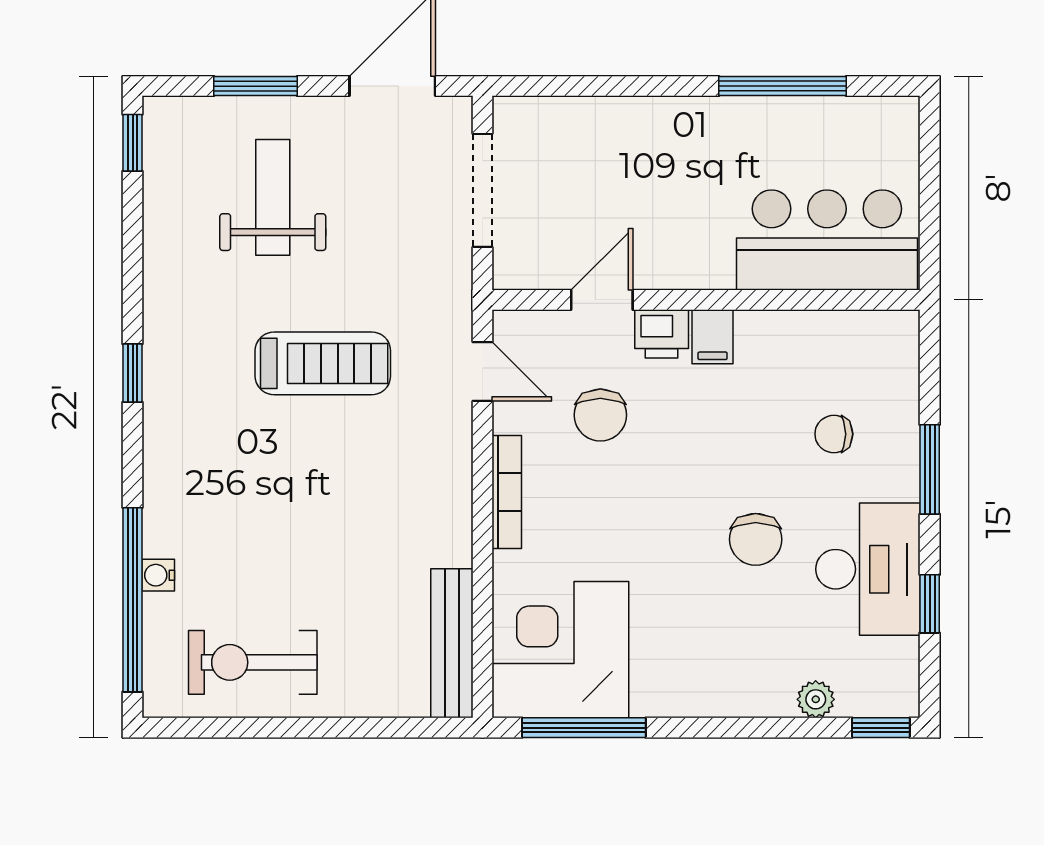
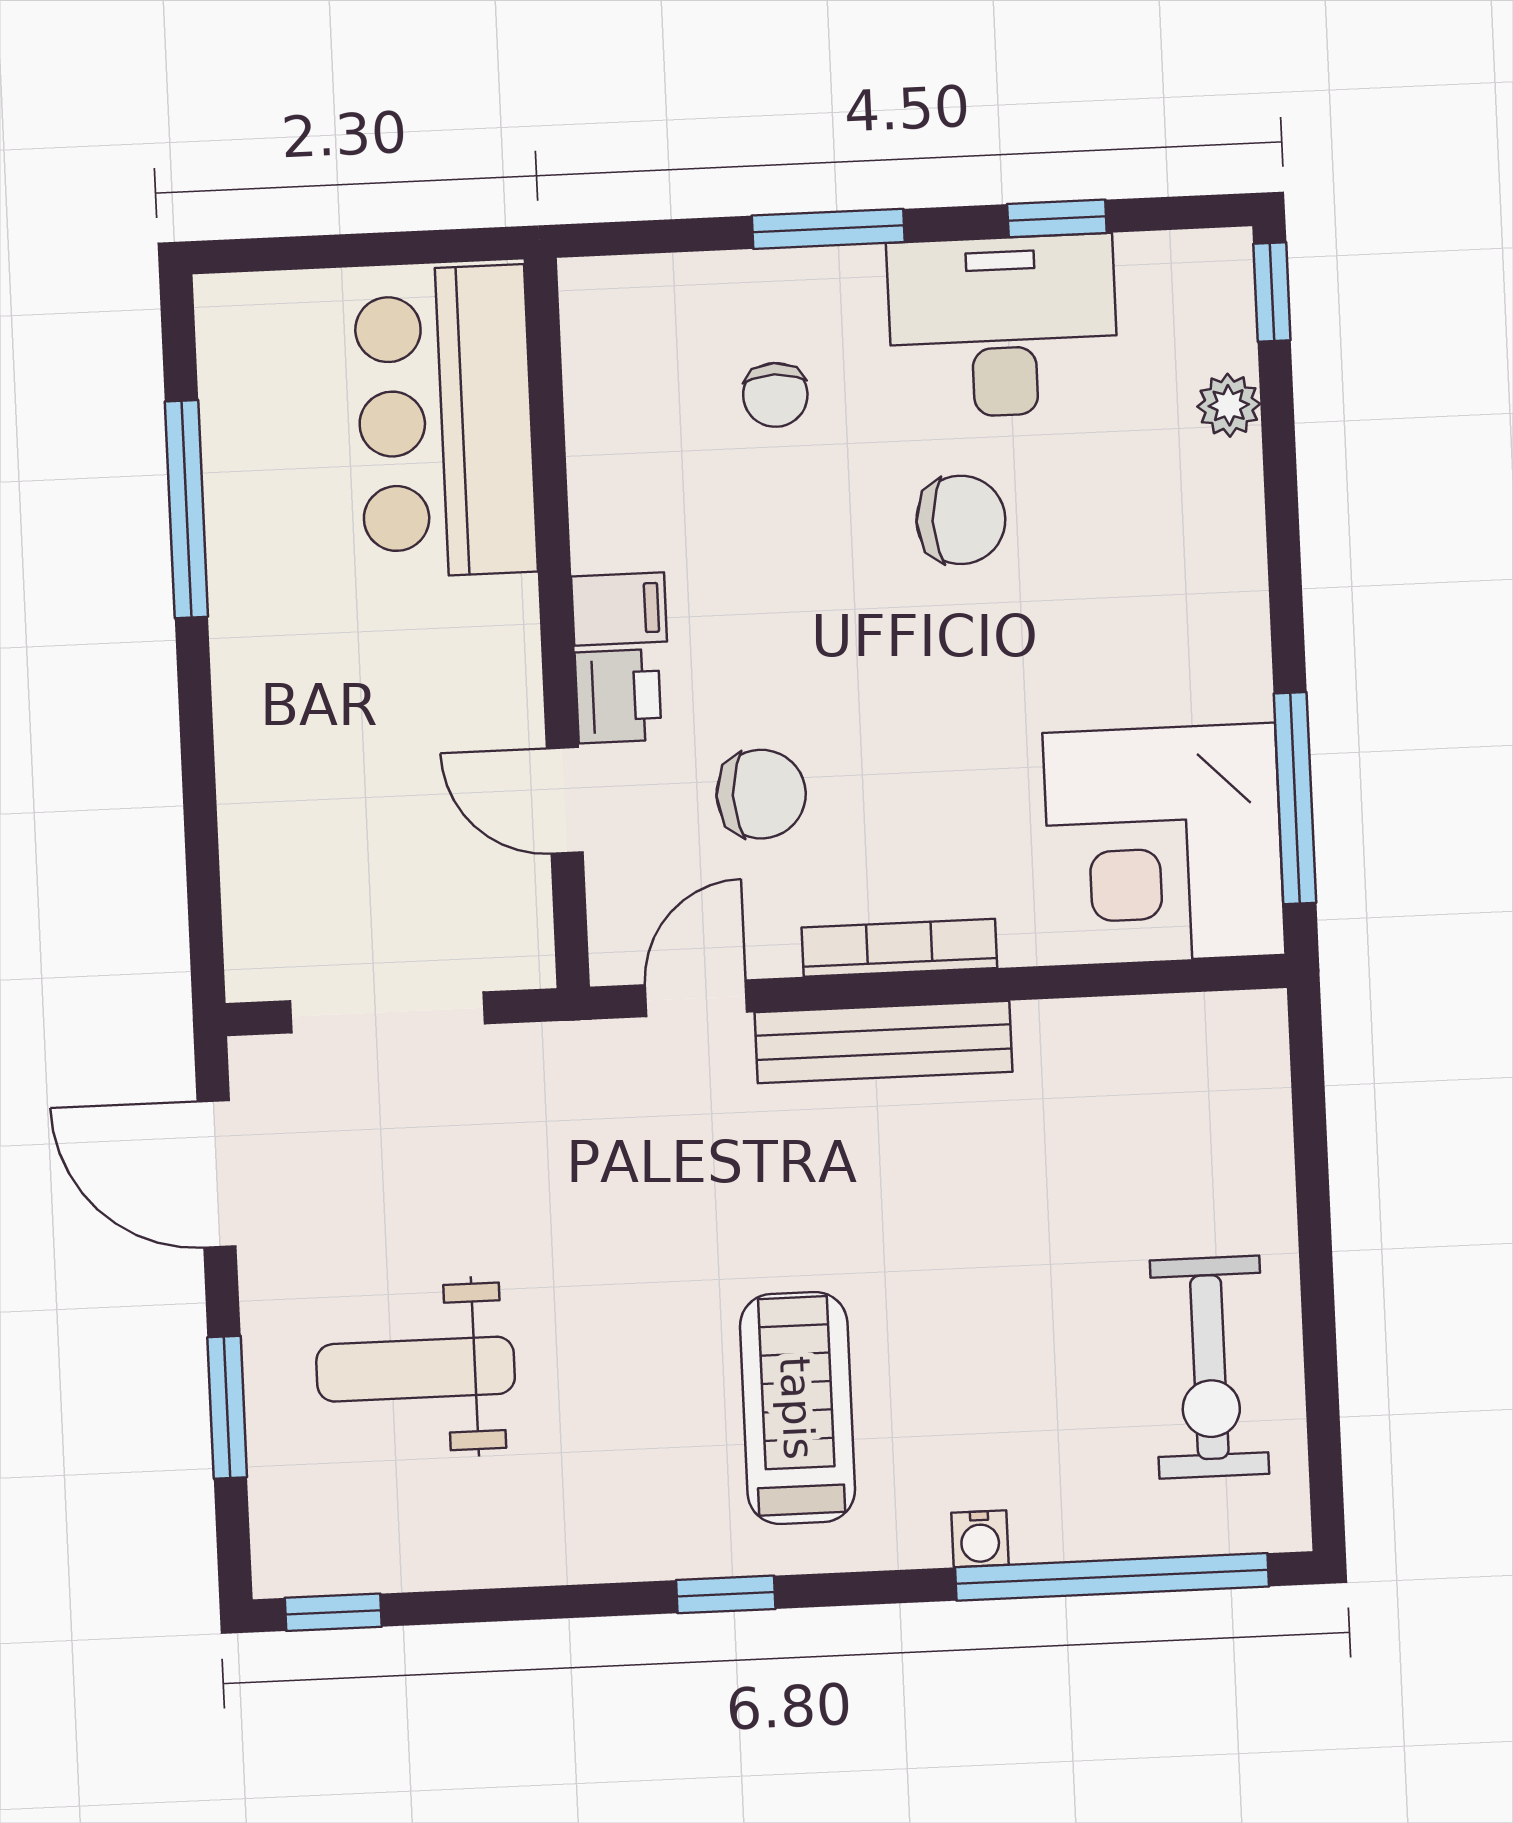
treadmill: (323, 363) -> (797, 1408), moved
water cooler: (158, 575) -> (980, 1539), moved
bench: (452, 643) -> (884, 1042), moved

